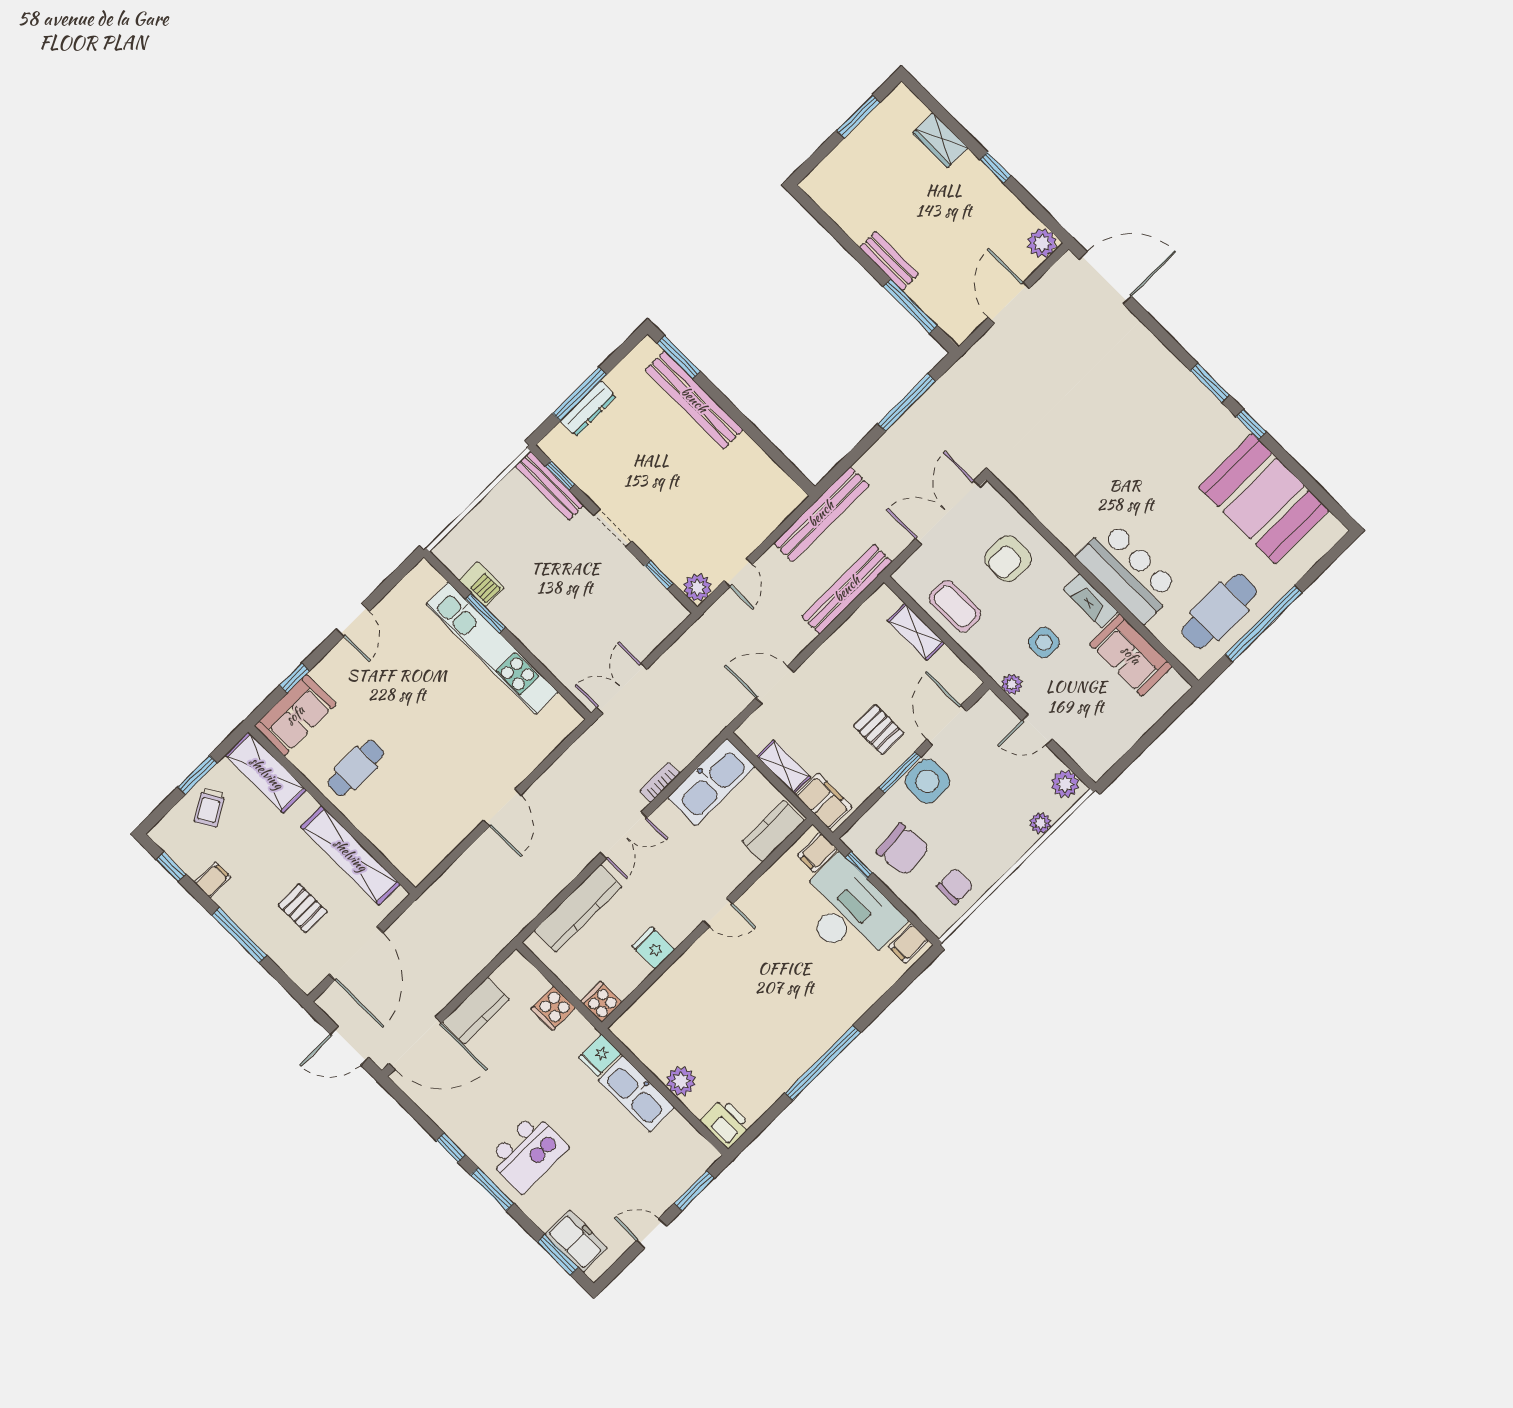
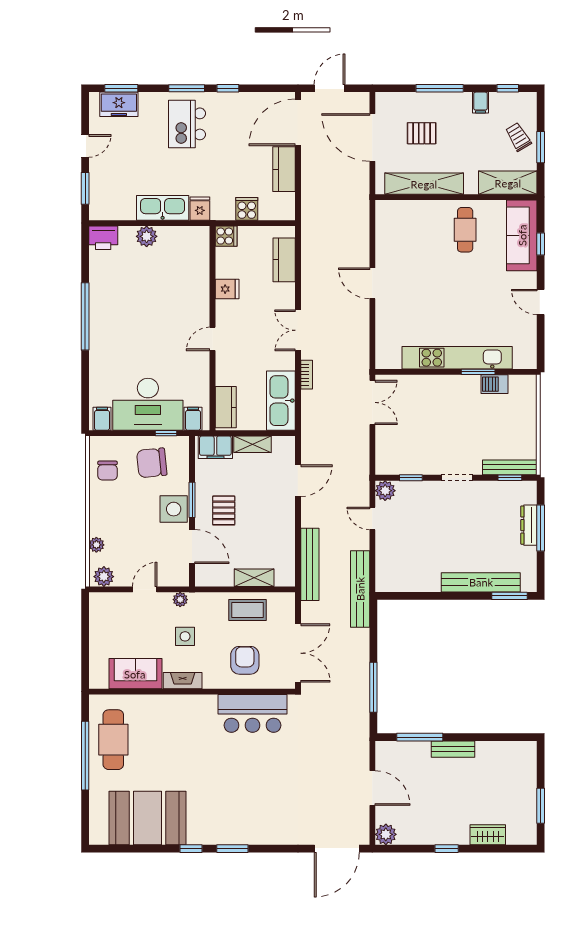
bar counter: (1128, 572) -> (253, 713), moved
sofa: (295, 715) -> (522, 235), width x1.36
pallet: (879, 730) -> (224, 510), turned 90
kitchen counter: (578, 909) -> (284, 260), width x0.67

